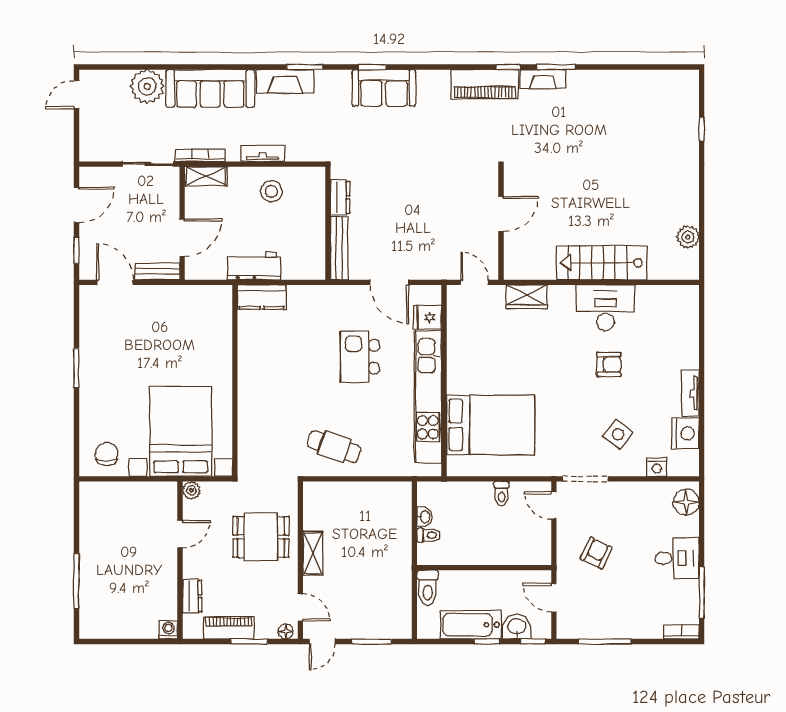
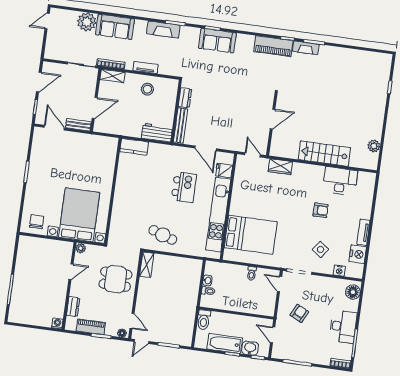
sofa: (210, 88) -> (115, 27), width x0.73
workbench: (254, 266) -> (157, 133), moved
desk: (605, 308) -> (340, 181), moved
kitchen island: (360, 357) -> (184, 187), turned 180
shelving: (313, 553) -> (147, 265), moved
desk: (677, 558) -> (343, 327), width x1.37

